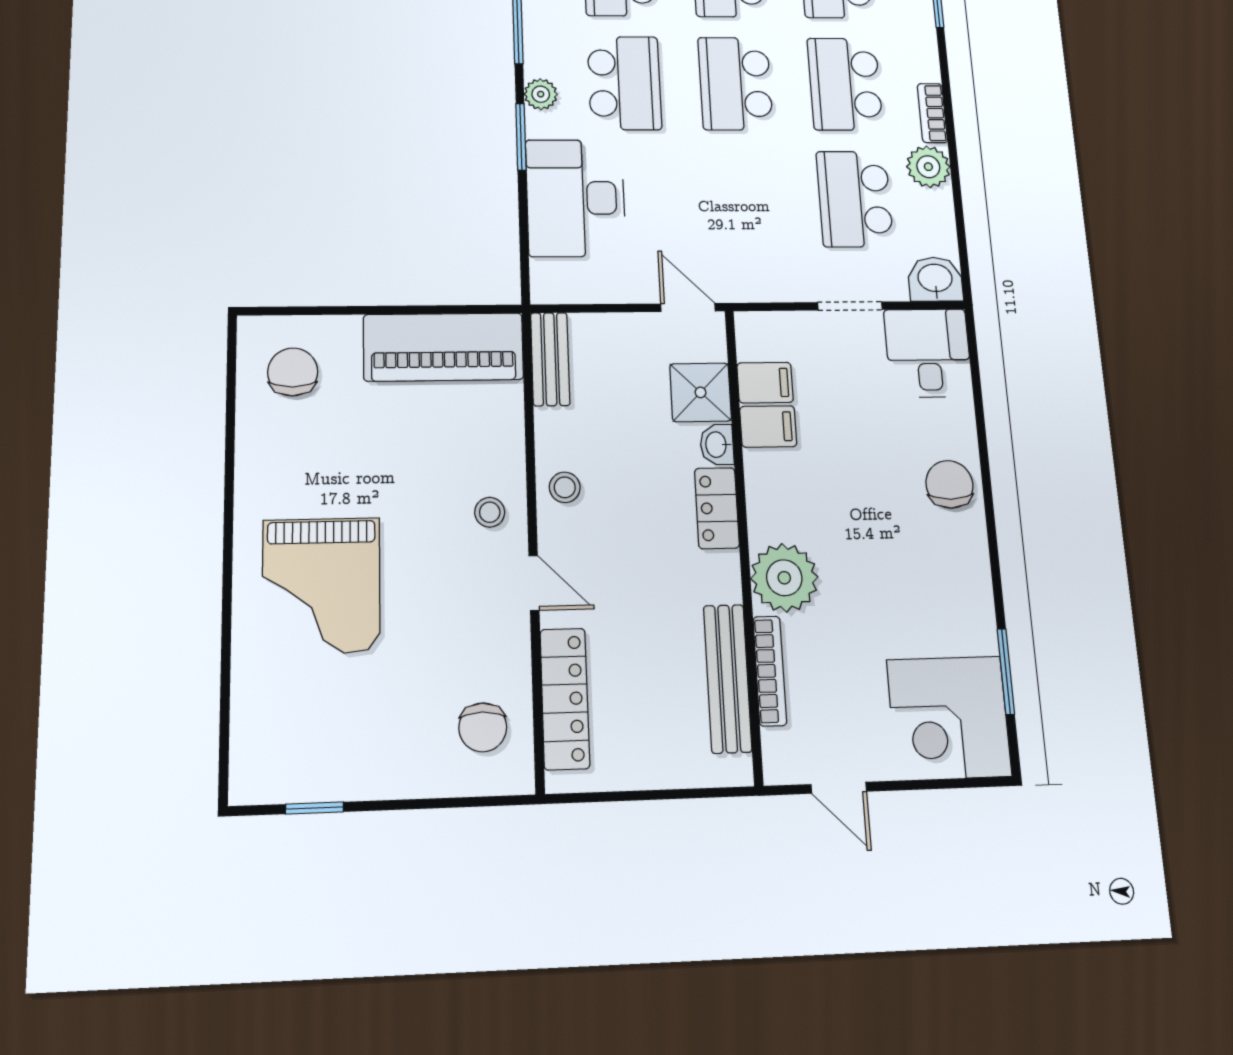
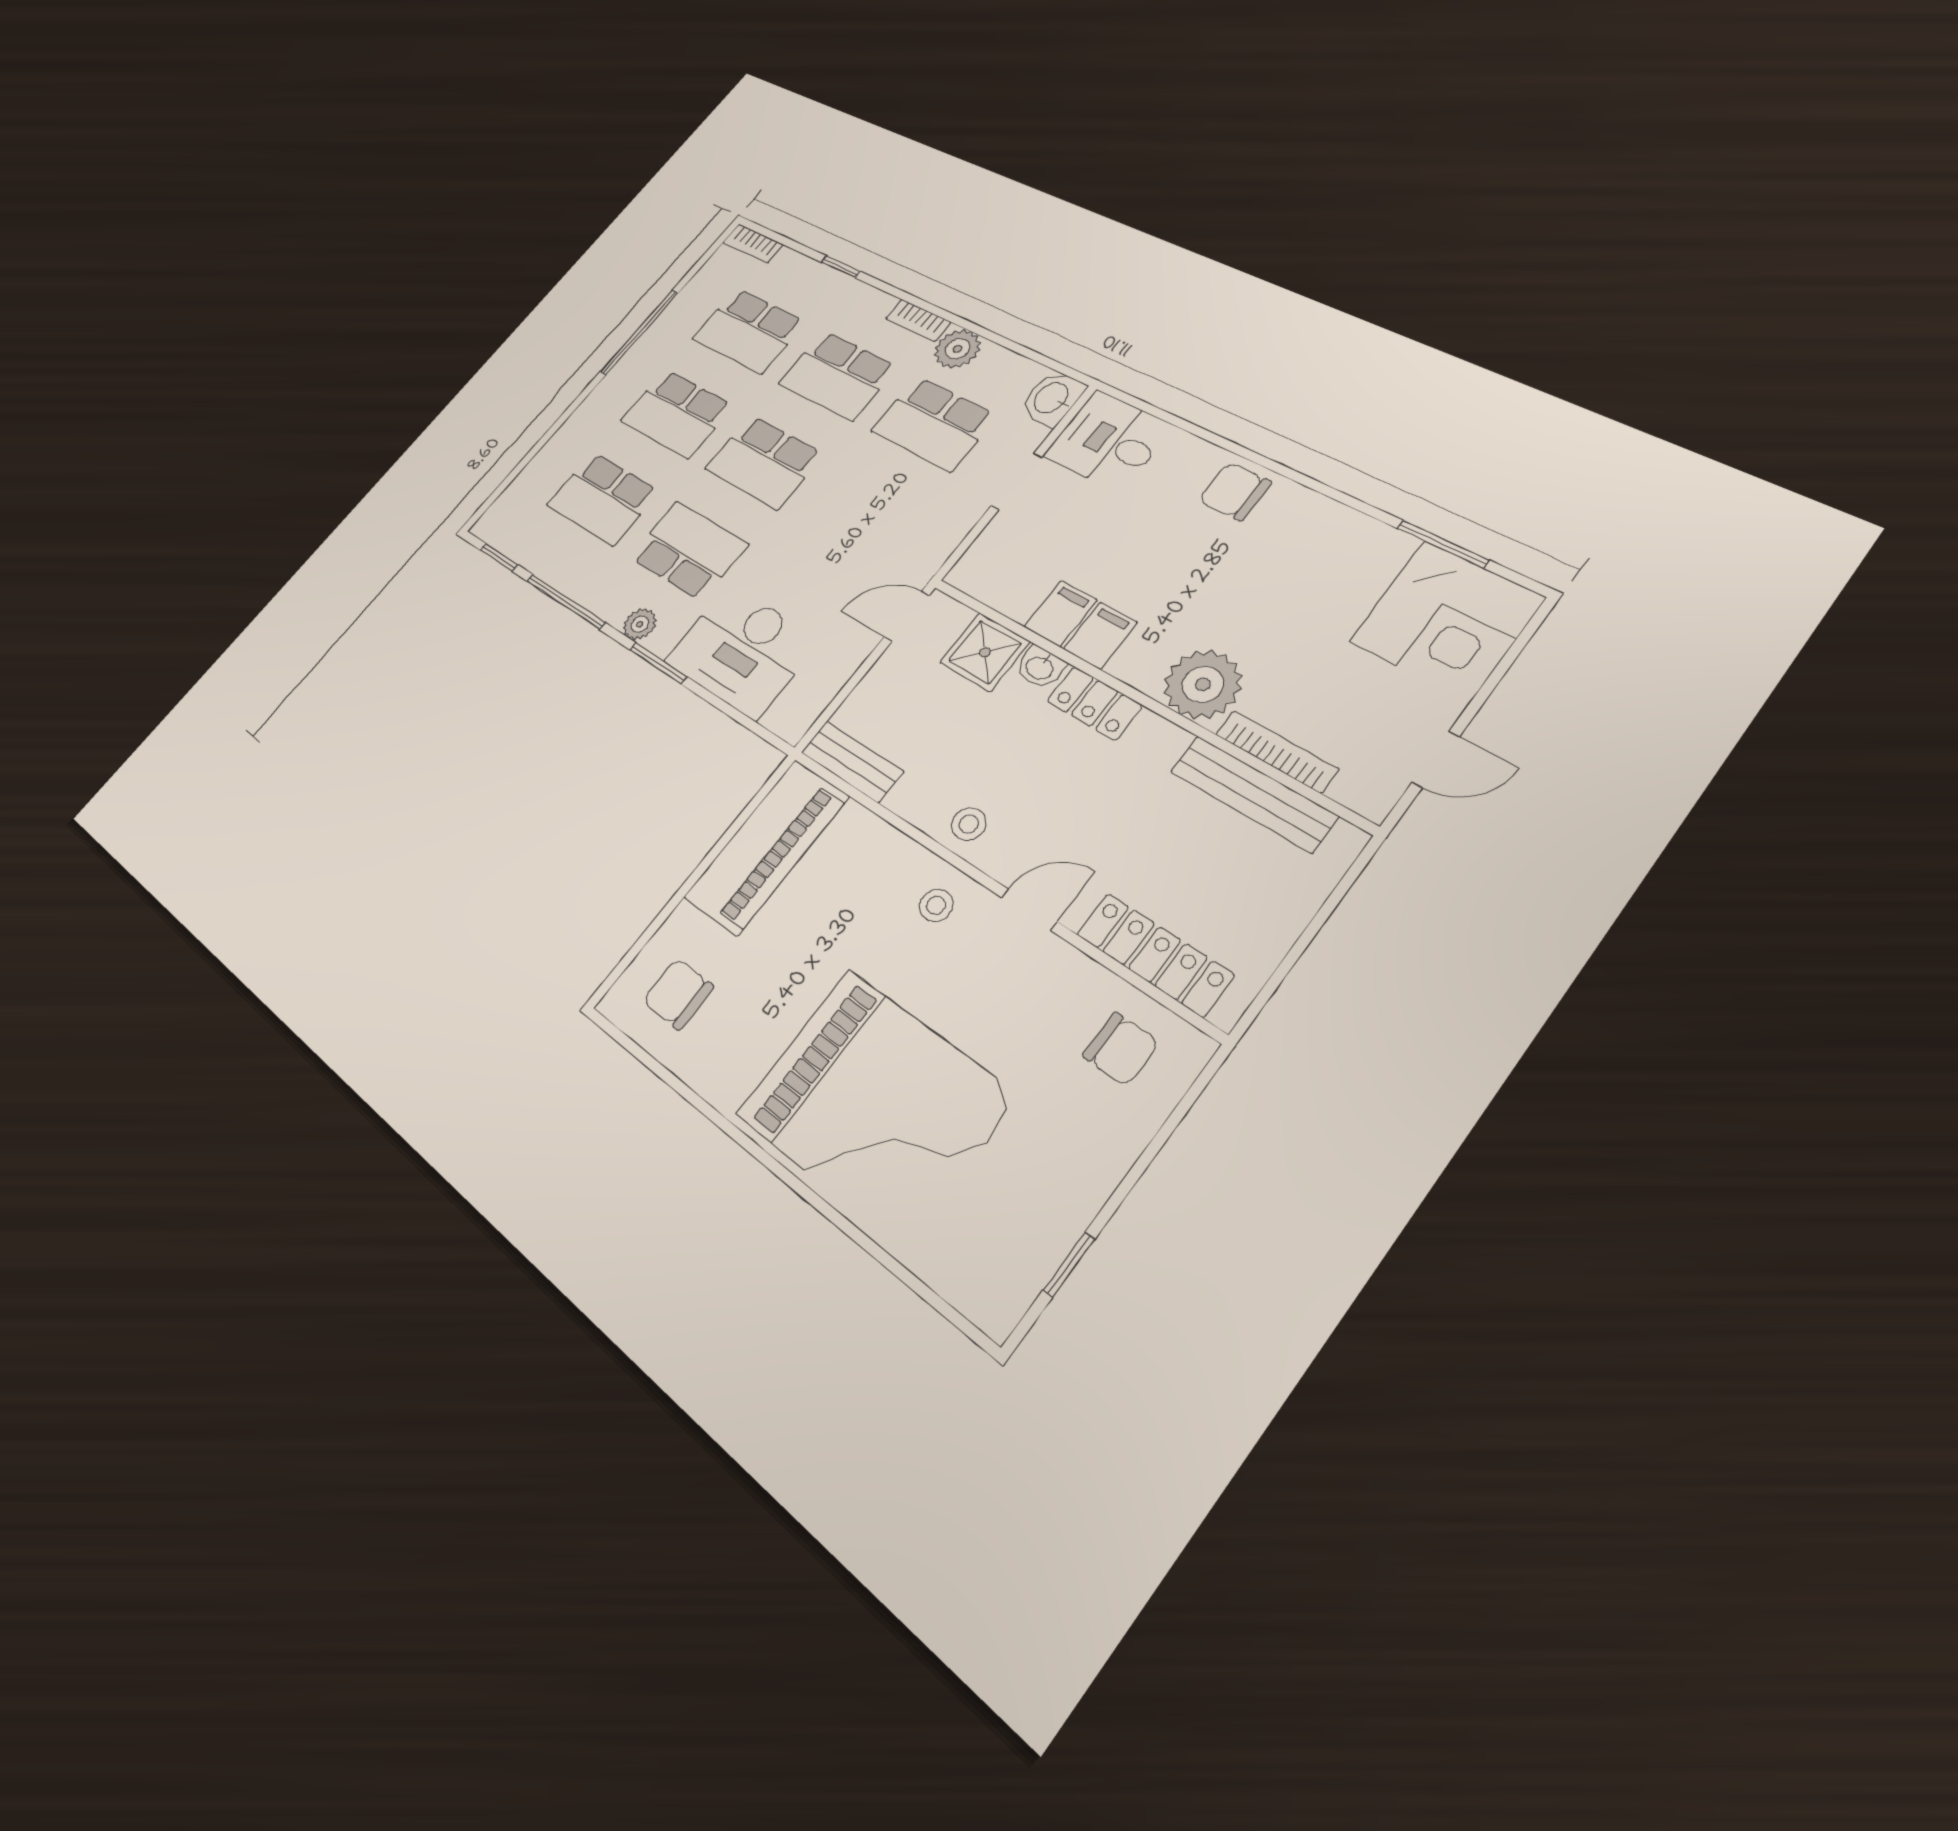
filing cabinet: (765, 383) -> (1100, 636), moved
grand piano: (321, 586) -> (875, 1105), width x1.37, depth x1.48

